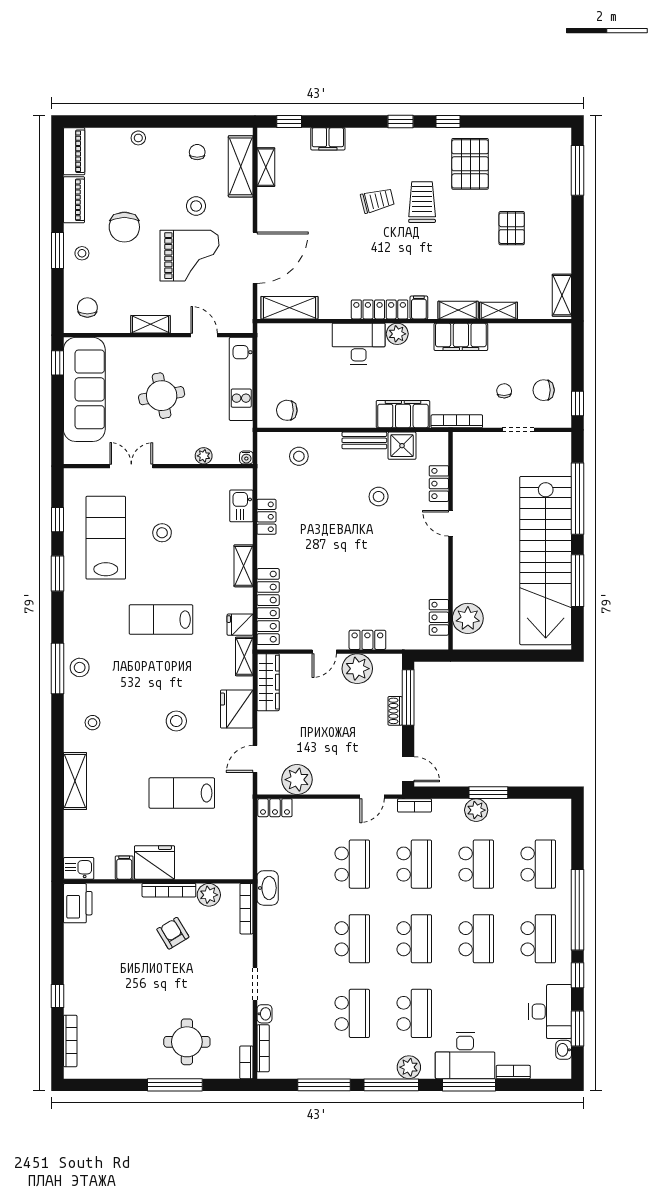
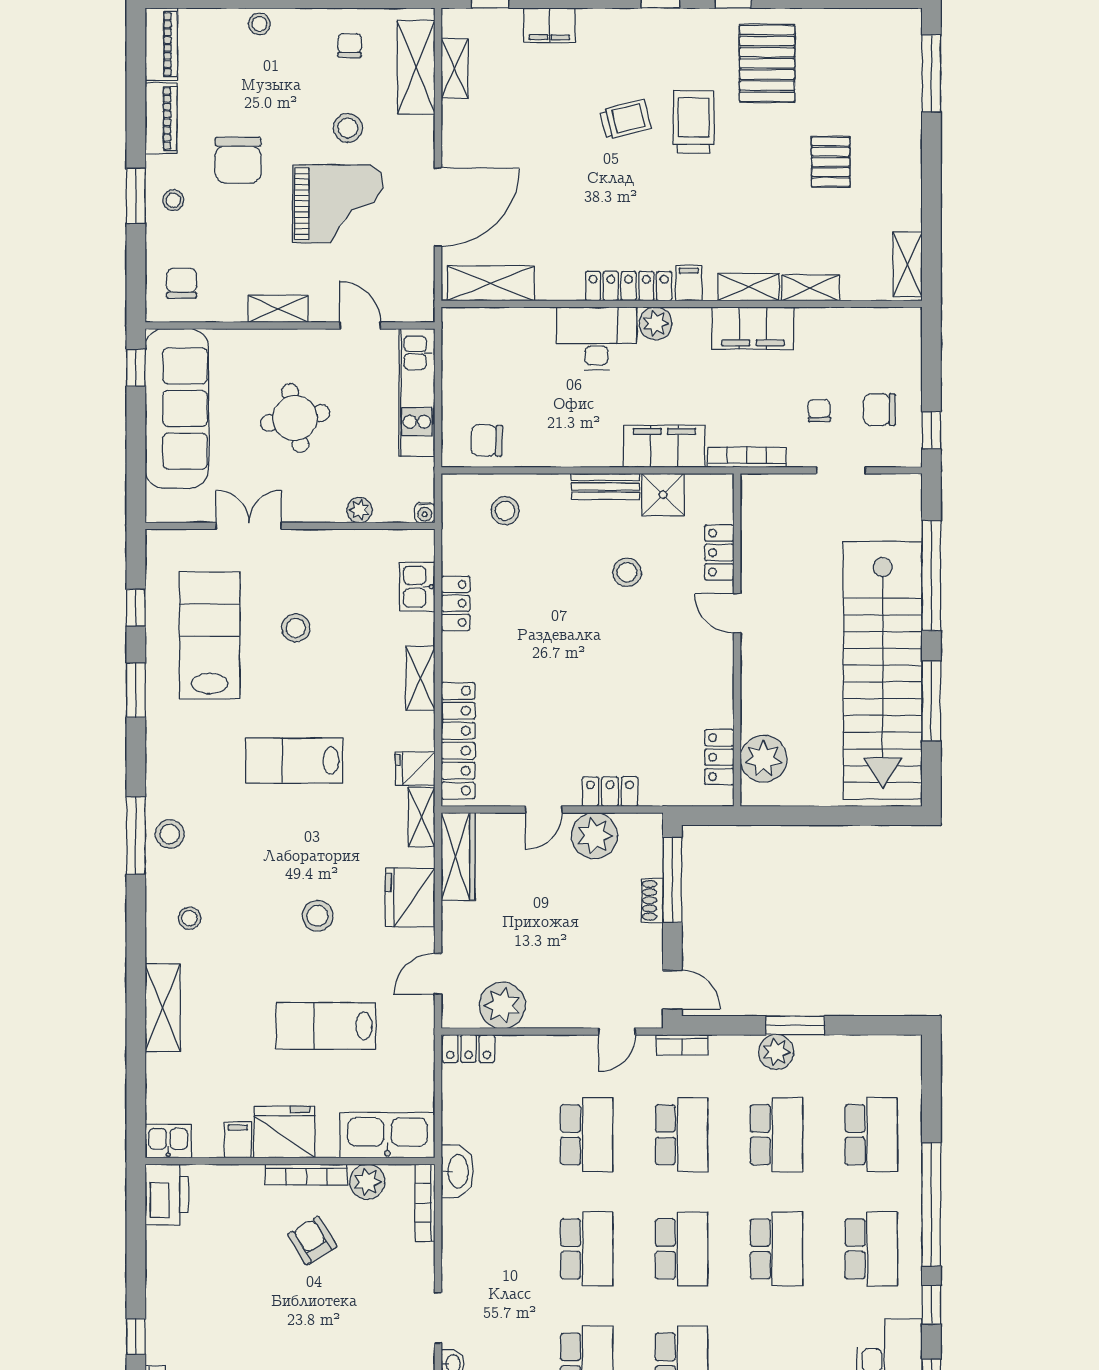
kitchen sink: (222, 864) -> (387, 1135), added

